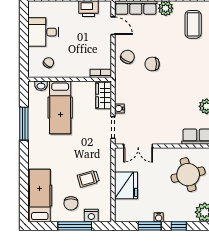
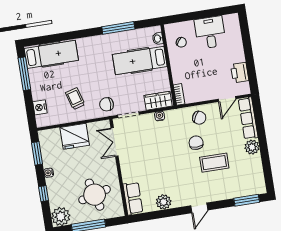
coffee table: (193, 24) -> (214, 163), moved
water cooler: (119, 108) -> (160, 116), moved
chair: (71, 203) -> (107, 104), moved
window: (75, 226) -> (24, 74), moved
window: (150, 226) -> (37, 153), moved

